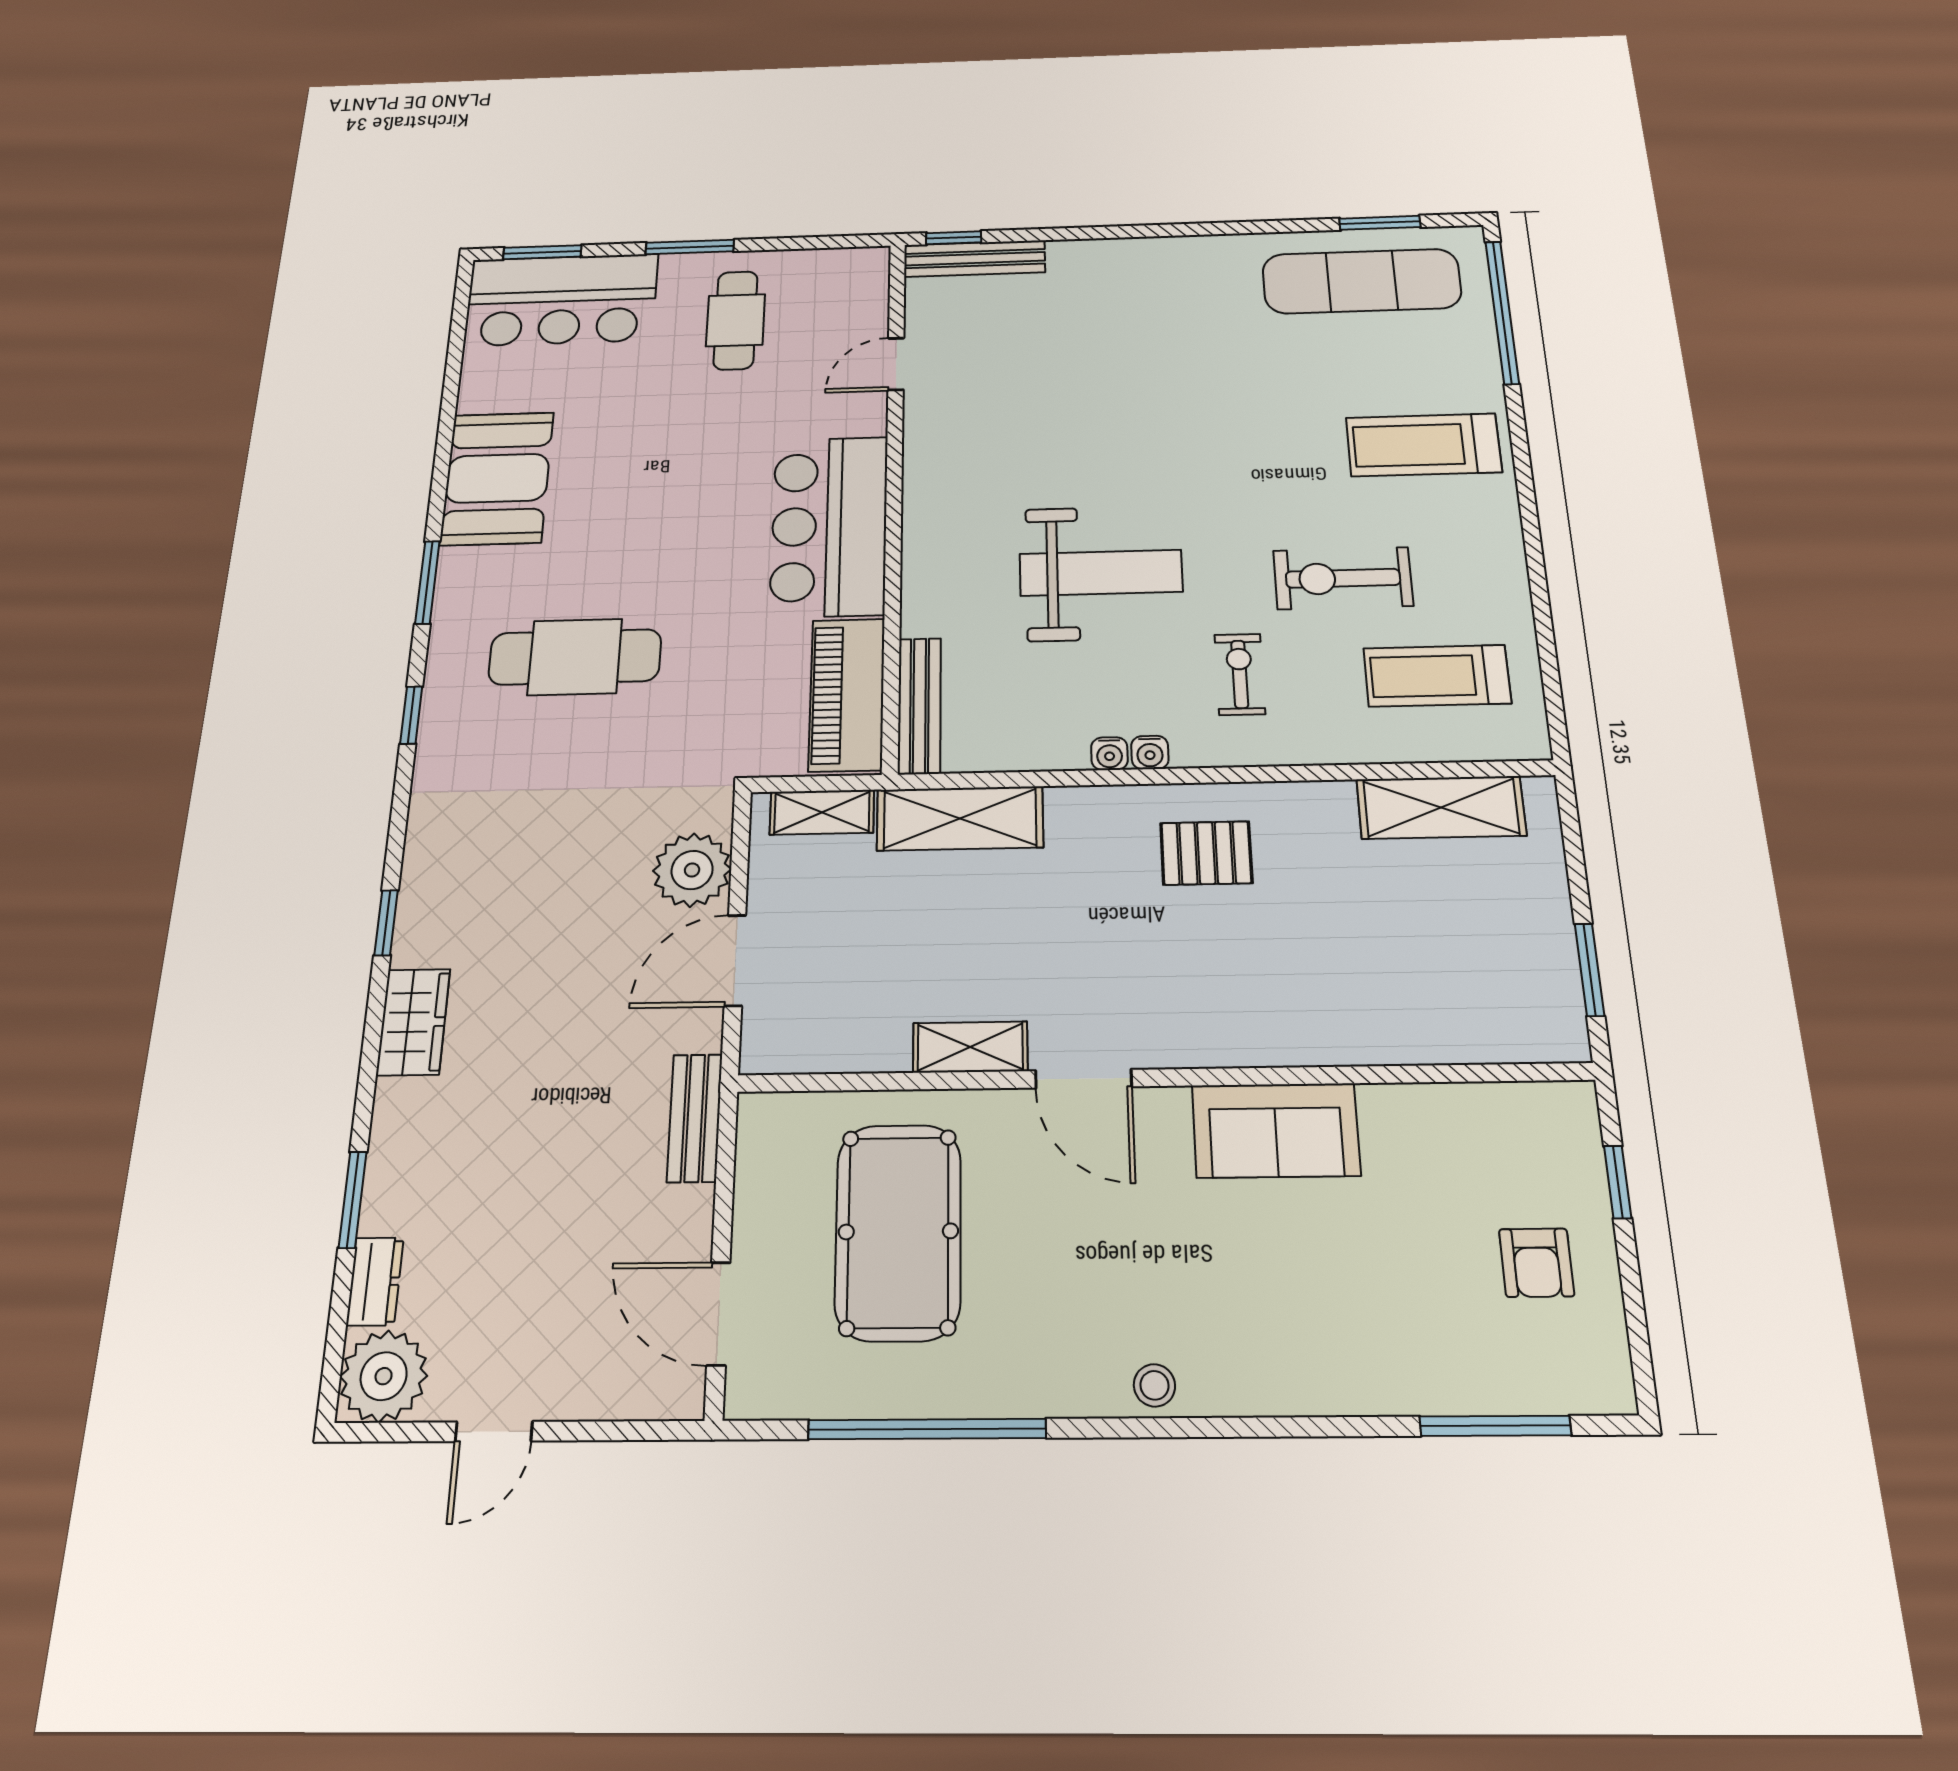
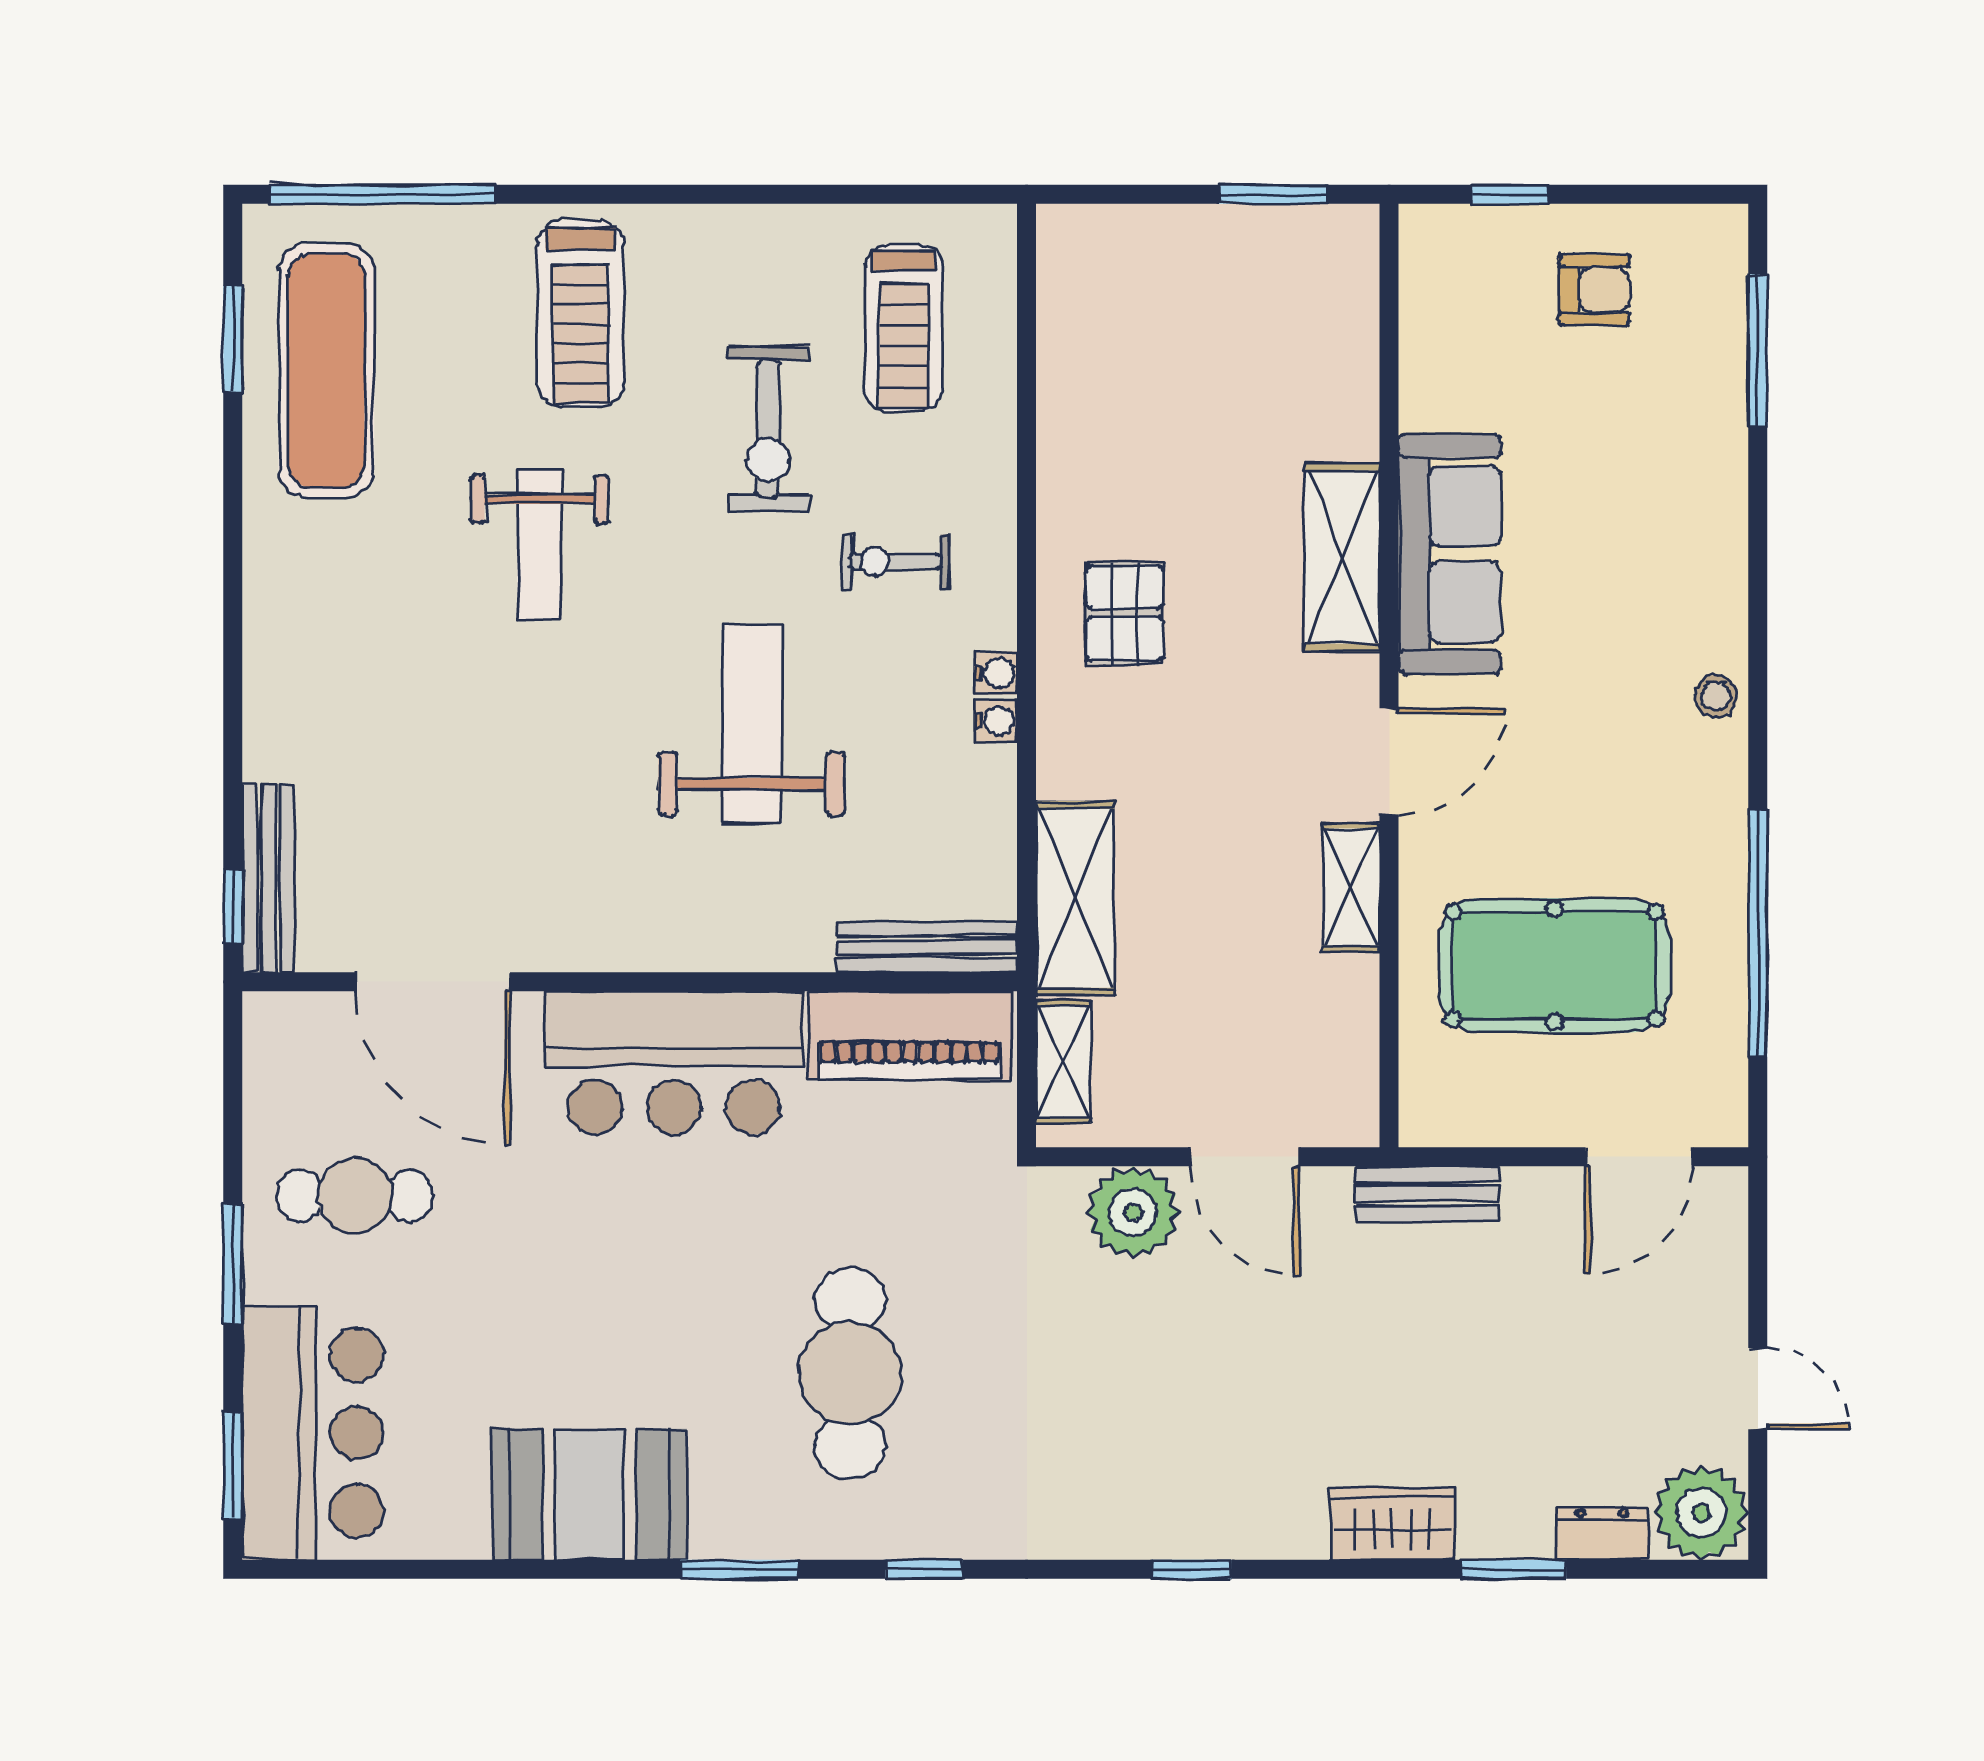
door: (896, 364) -> (433, 982), width x1.87
weight bench: (1237, 423) -> (539, 545), added
shelving: (1441, 807) -> (1342, 557), moved
wardrobe: (413, 1022) -> (1392, 1524), moved
sofa: (1276, 1130) -> (1450, 554), width x1.36

